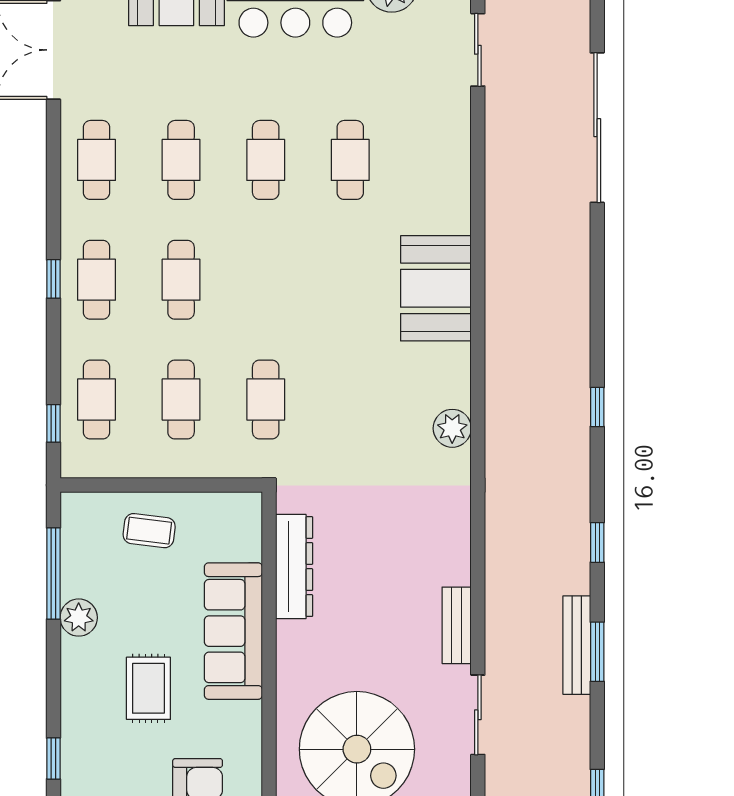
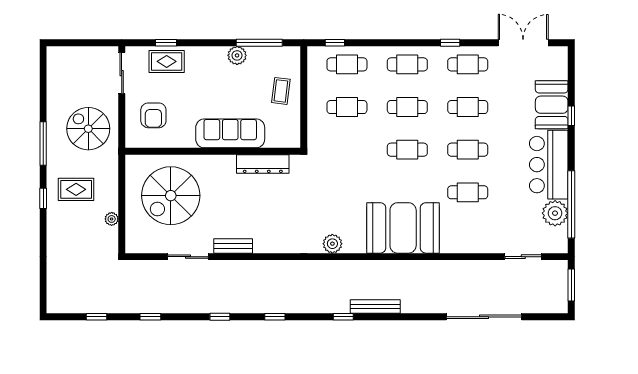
window: (53, 279) -> (450, 43), moved
booth: (436, 288) -> (403, 228), width x1.36, depth x1.42
cafe table: (266, 400) -> (407, 150), moved
bench: (577, 645) -> (375, 306), moved
window: (597, 652) -> (220, 317), width x0.67
rug: (148, 688) -> (167, 61), moved

